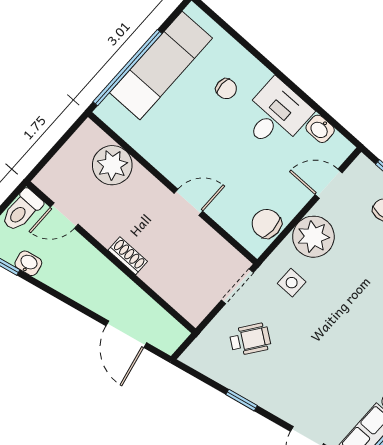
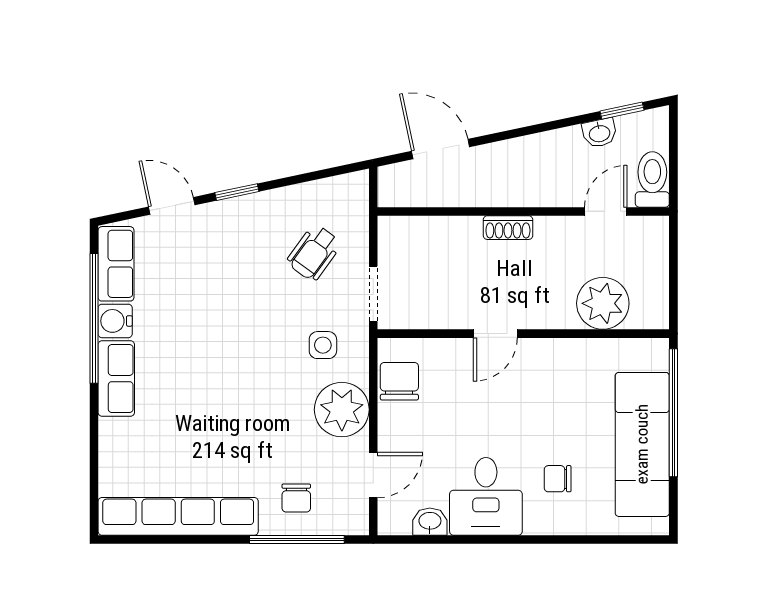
chair: (267, 224) -> (399, 381), turned -90
window: (241, 400) -> (237, 192), moved

